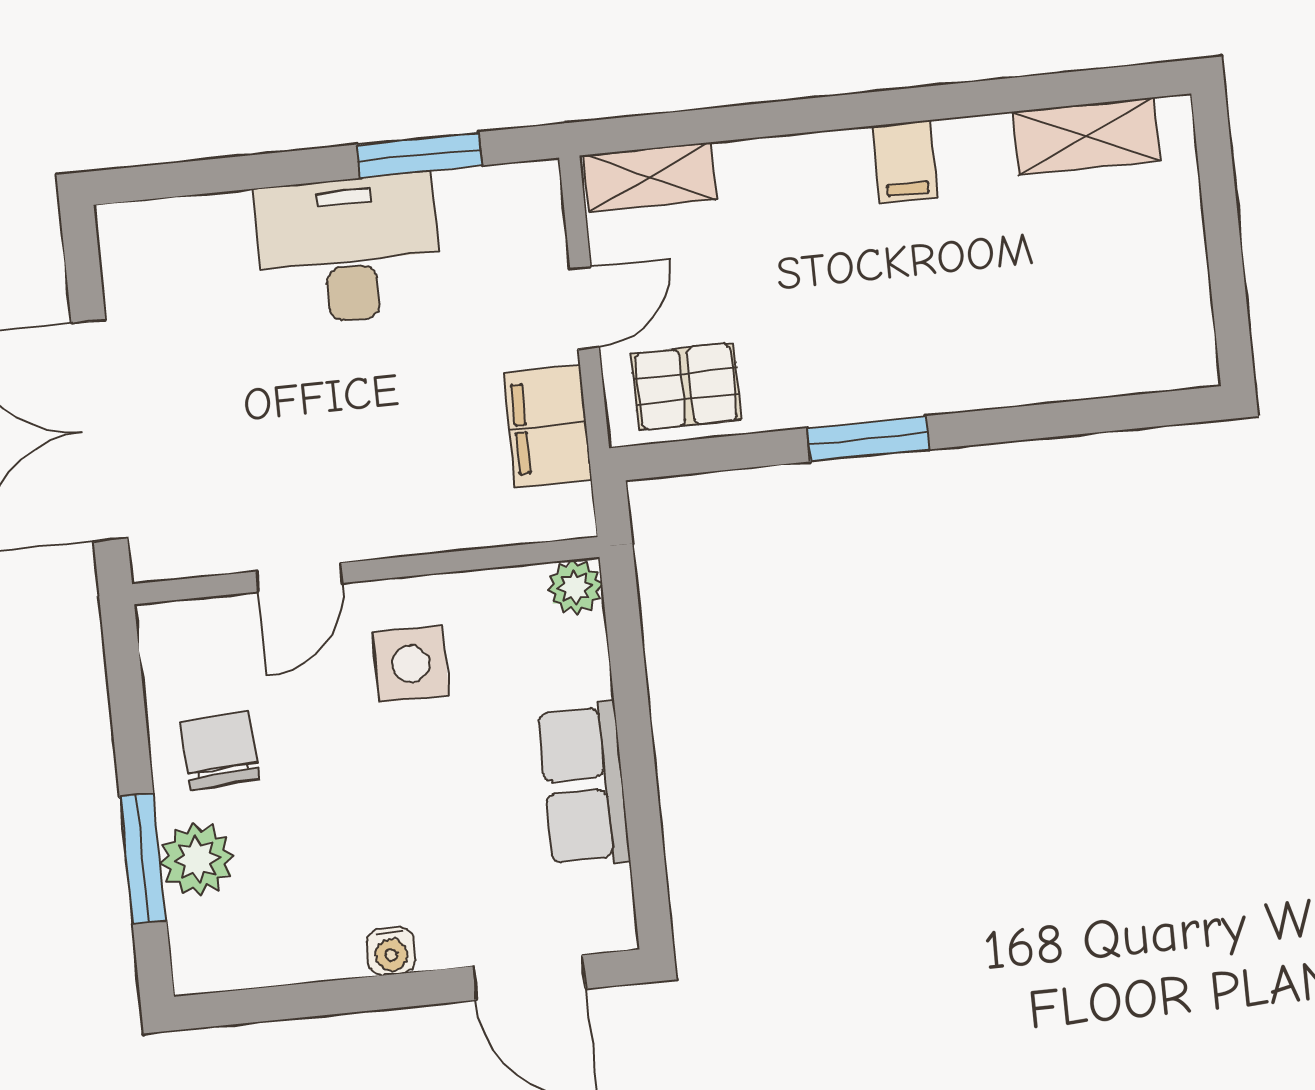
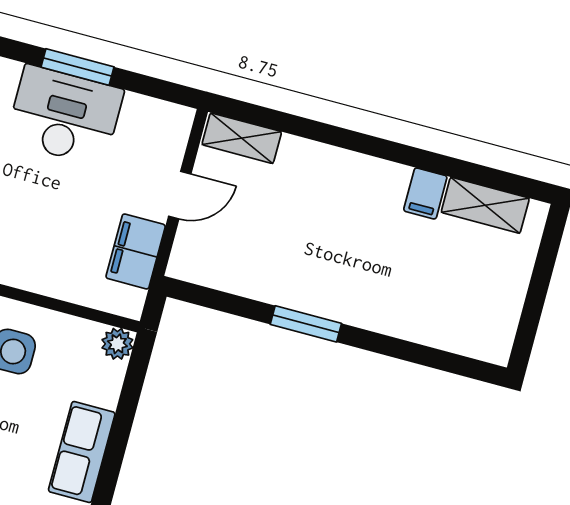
window: (419, 155) -> (78, 67), moved
filing cabinet: (905, 162) -> (425, 193), moved
pallet: (686, 387) -> (218, 258), removed

